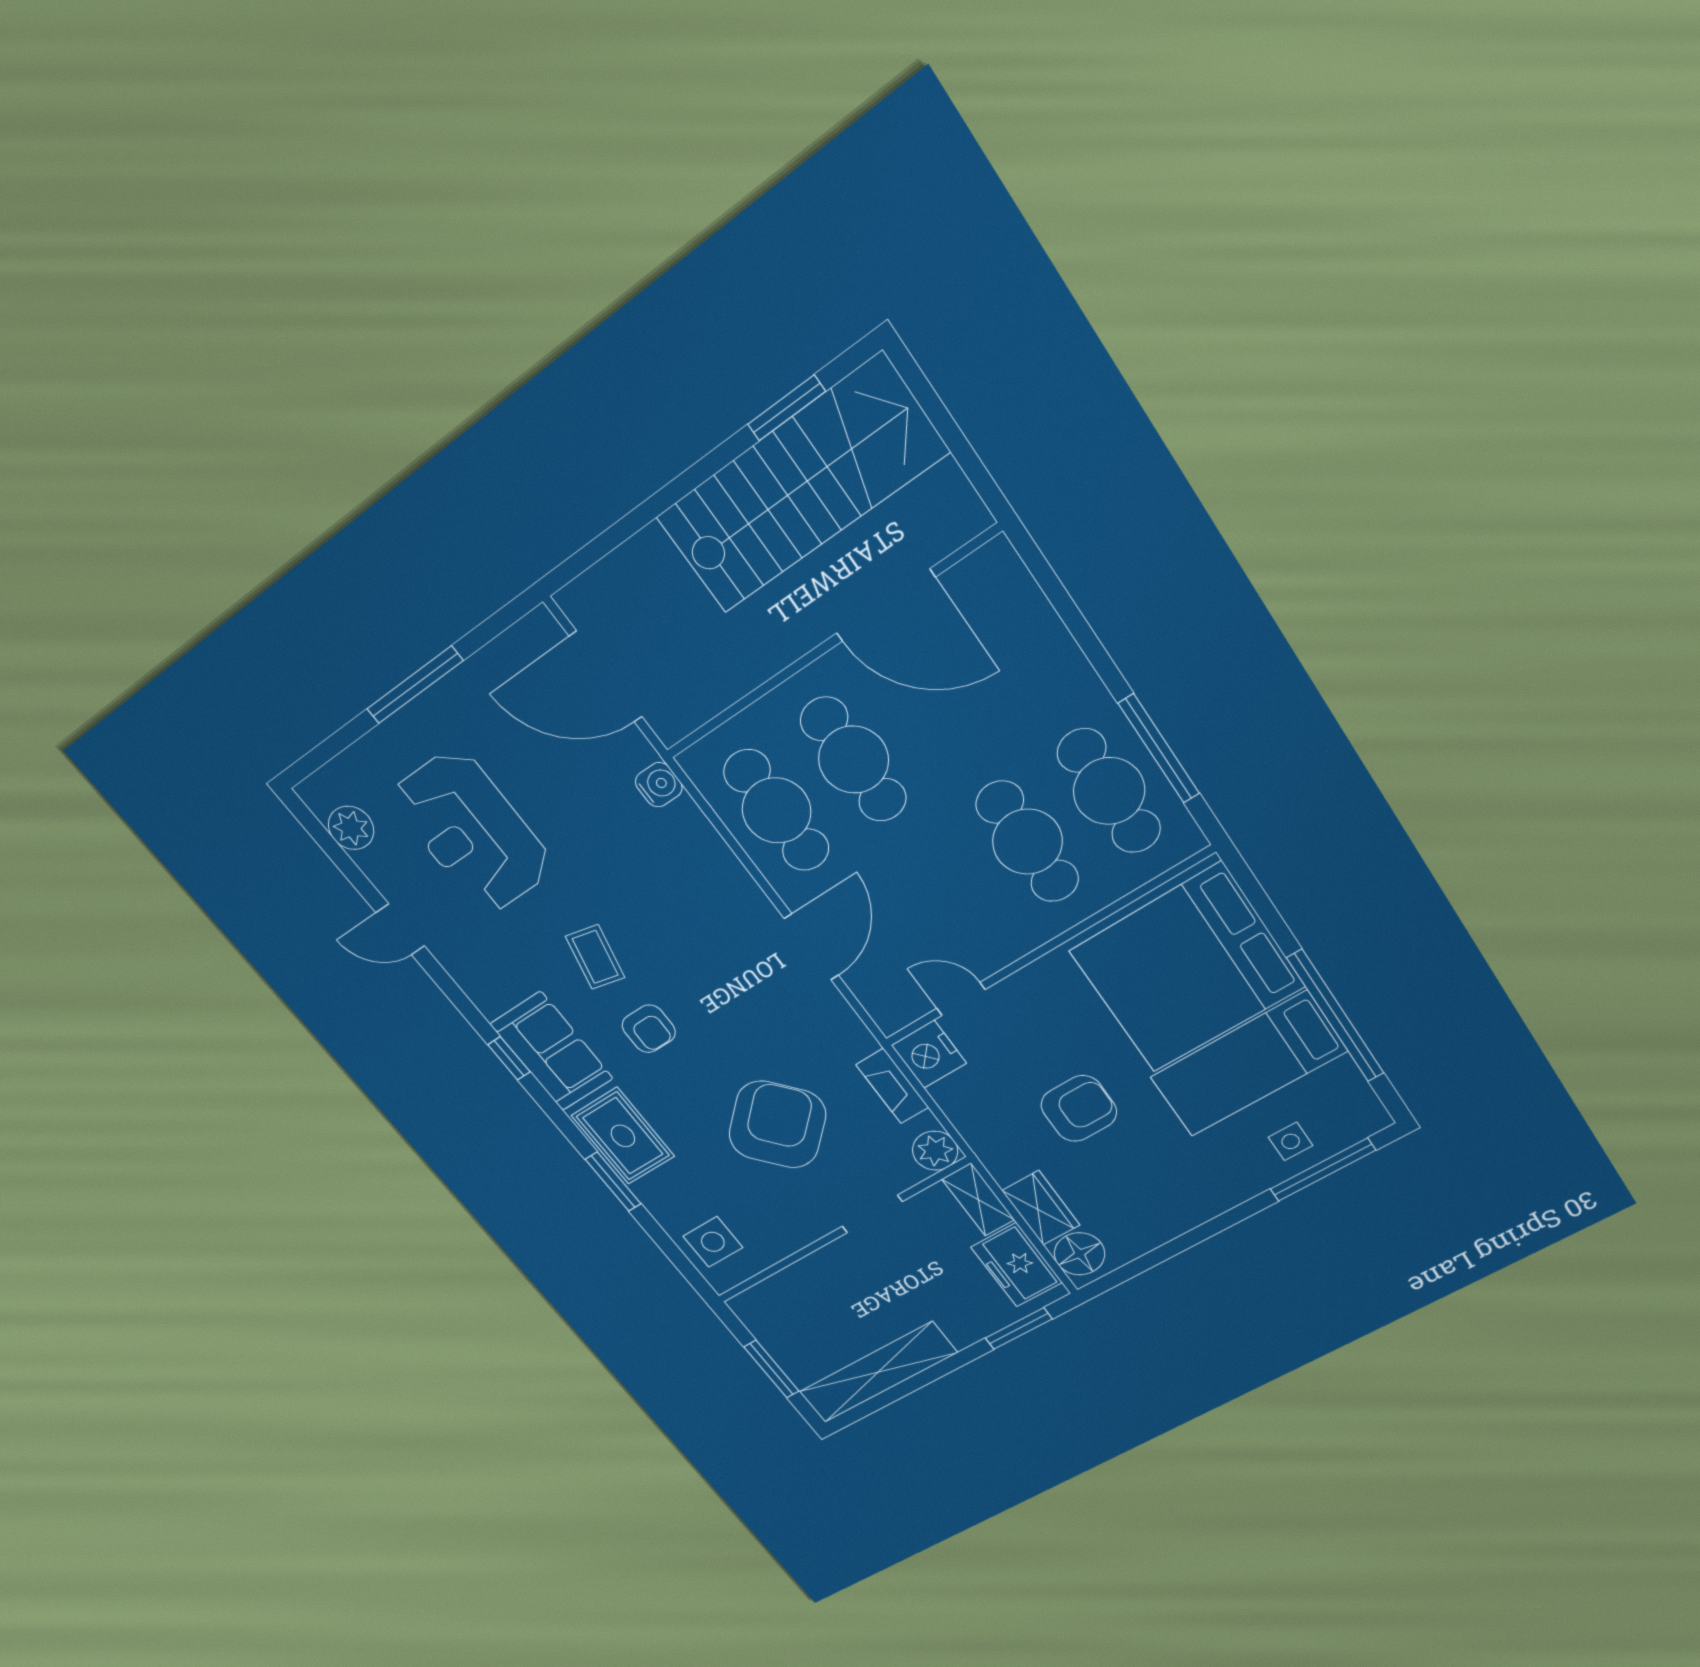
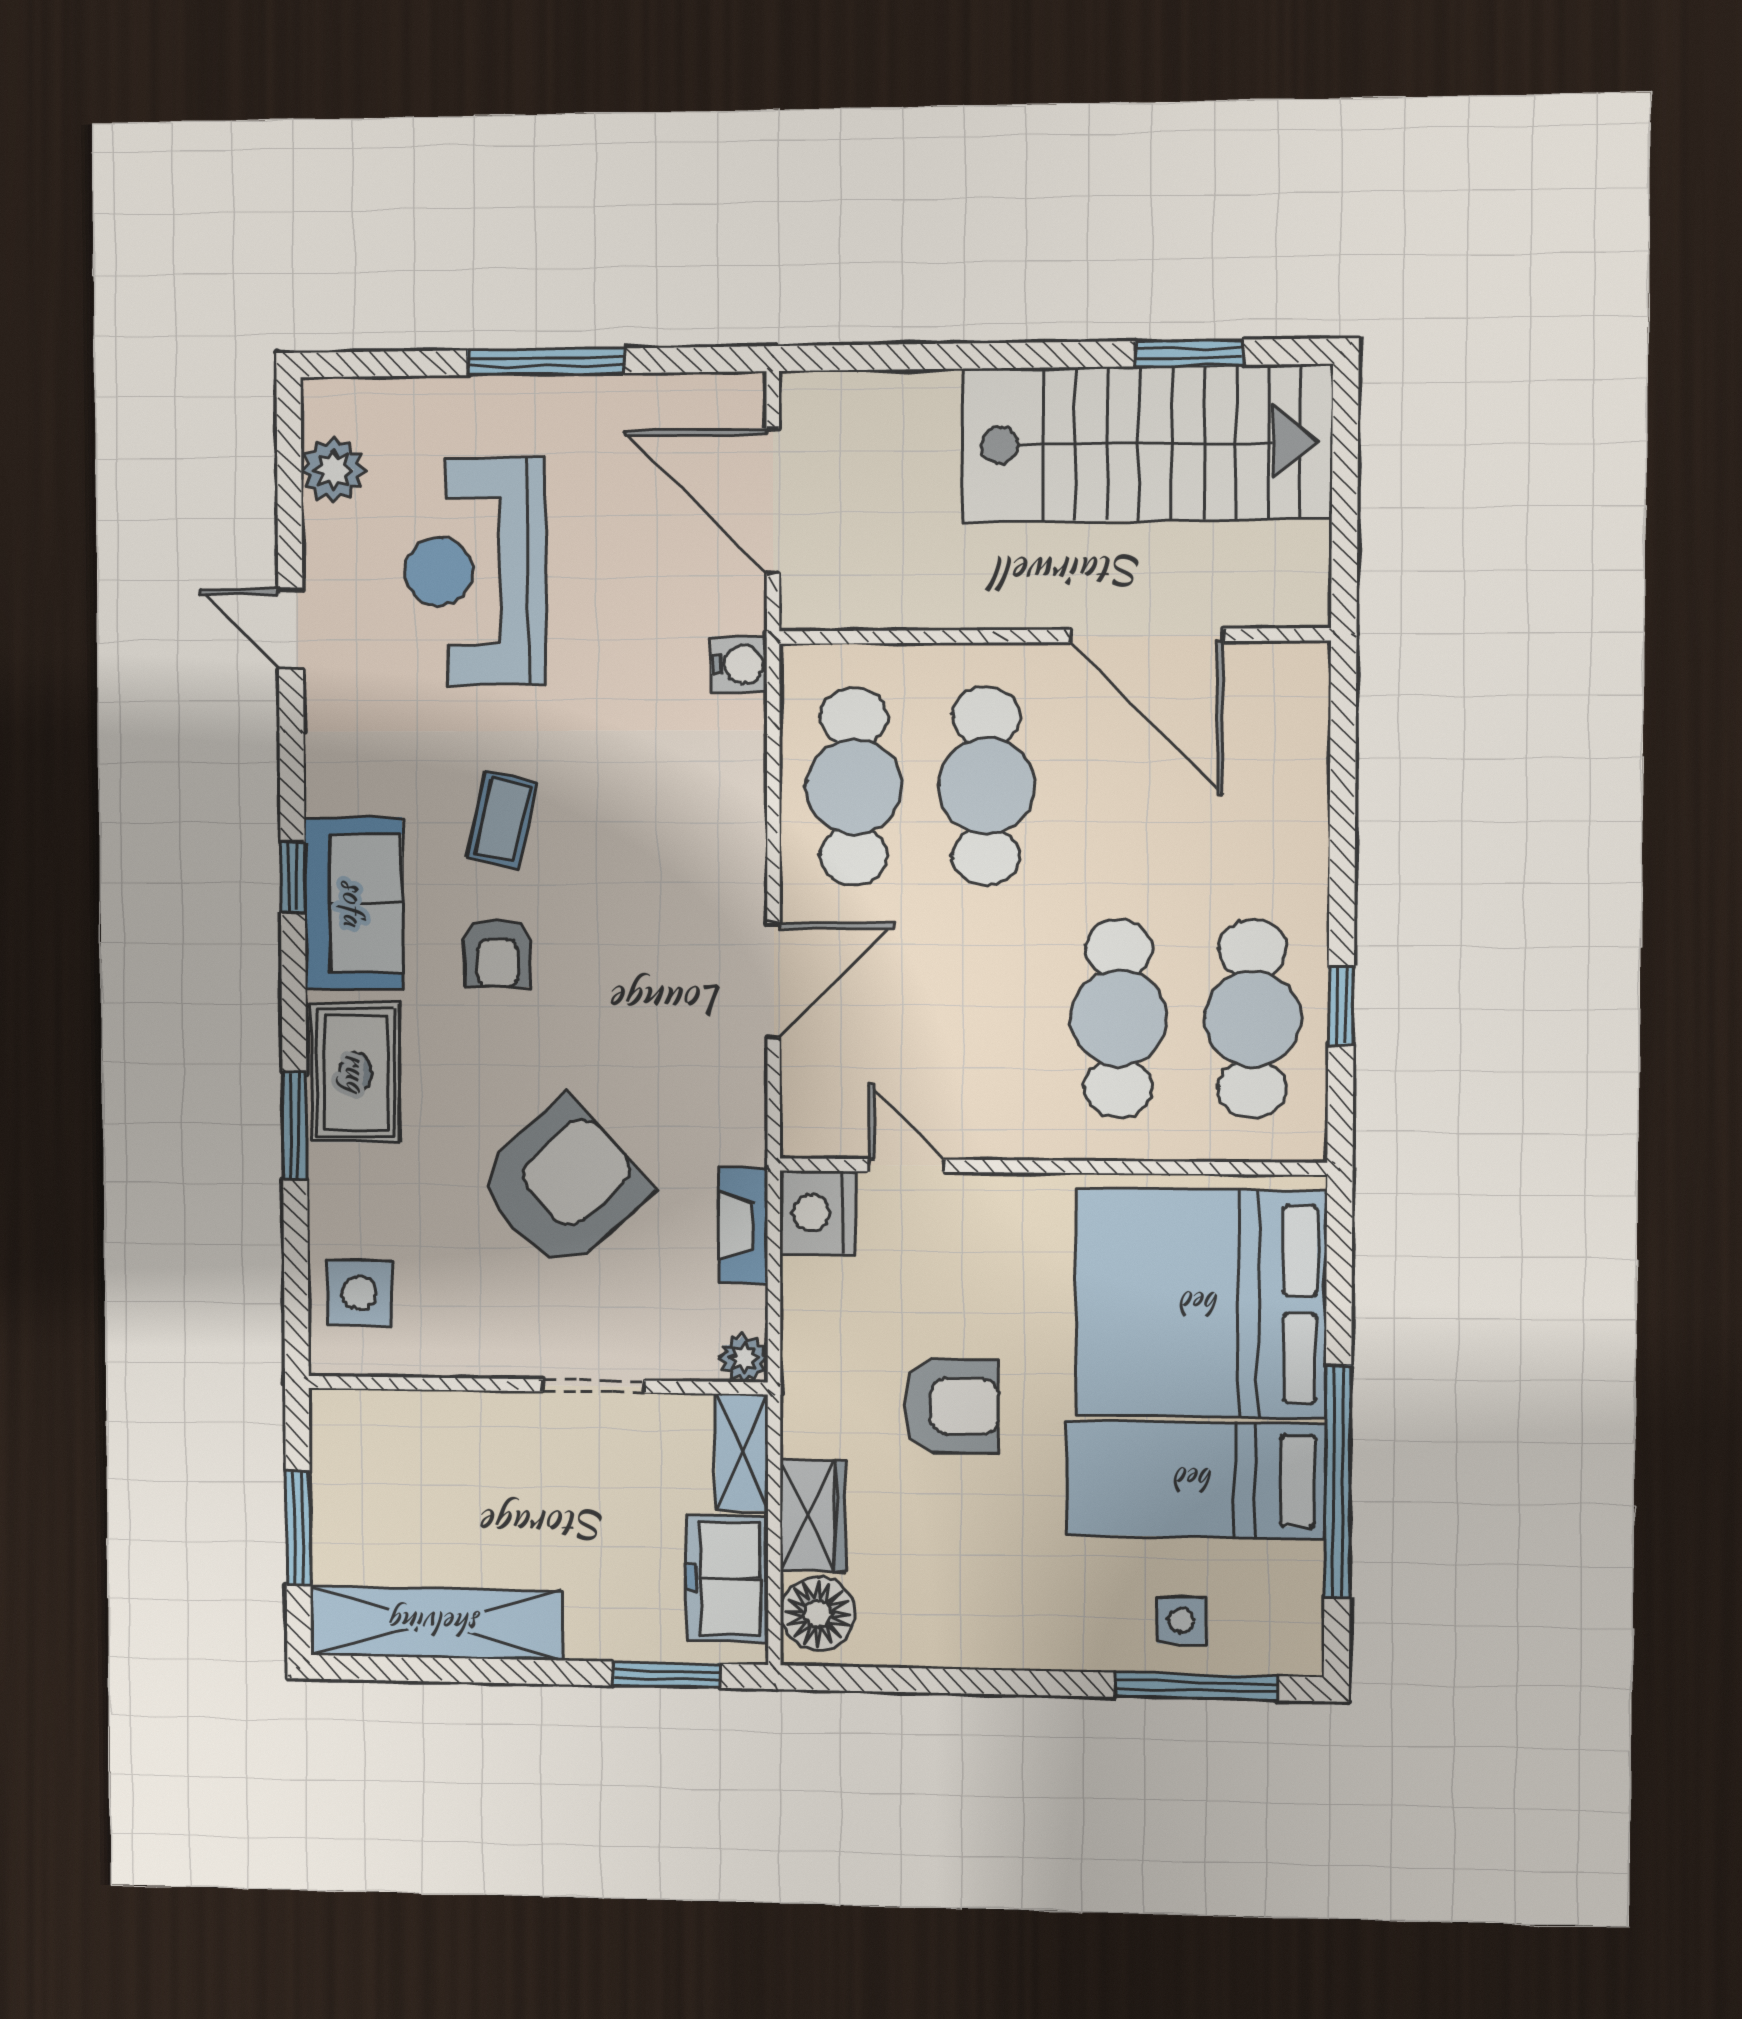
window: (1159, 749) -> (1341, 1006), width x0.46
plant: (935, 1151) -> (744, 1358), width x0.73, depth x0.73

